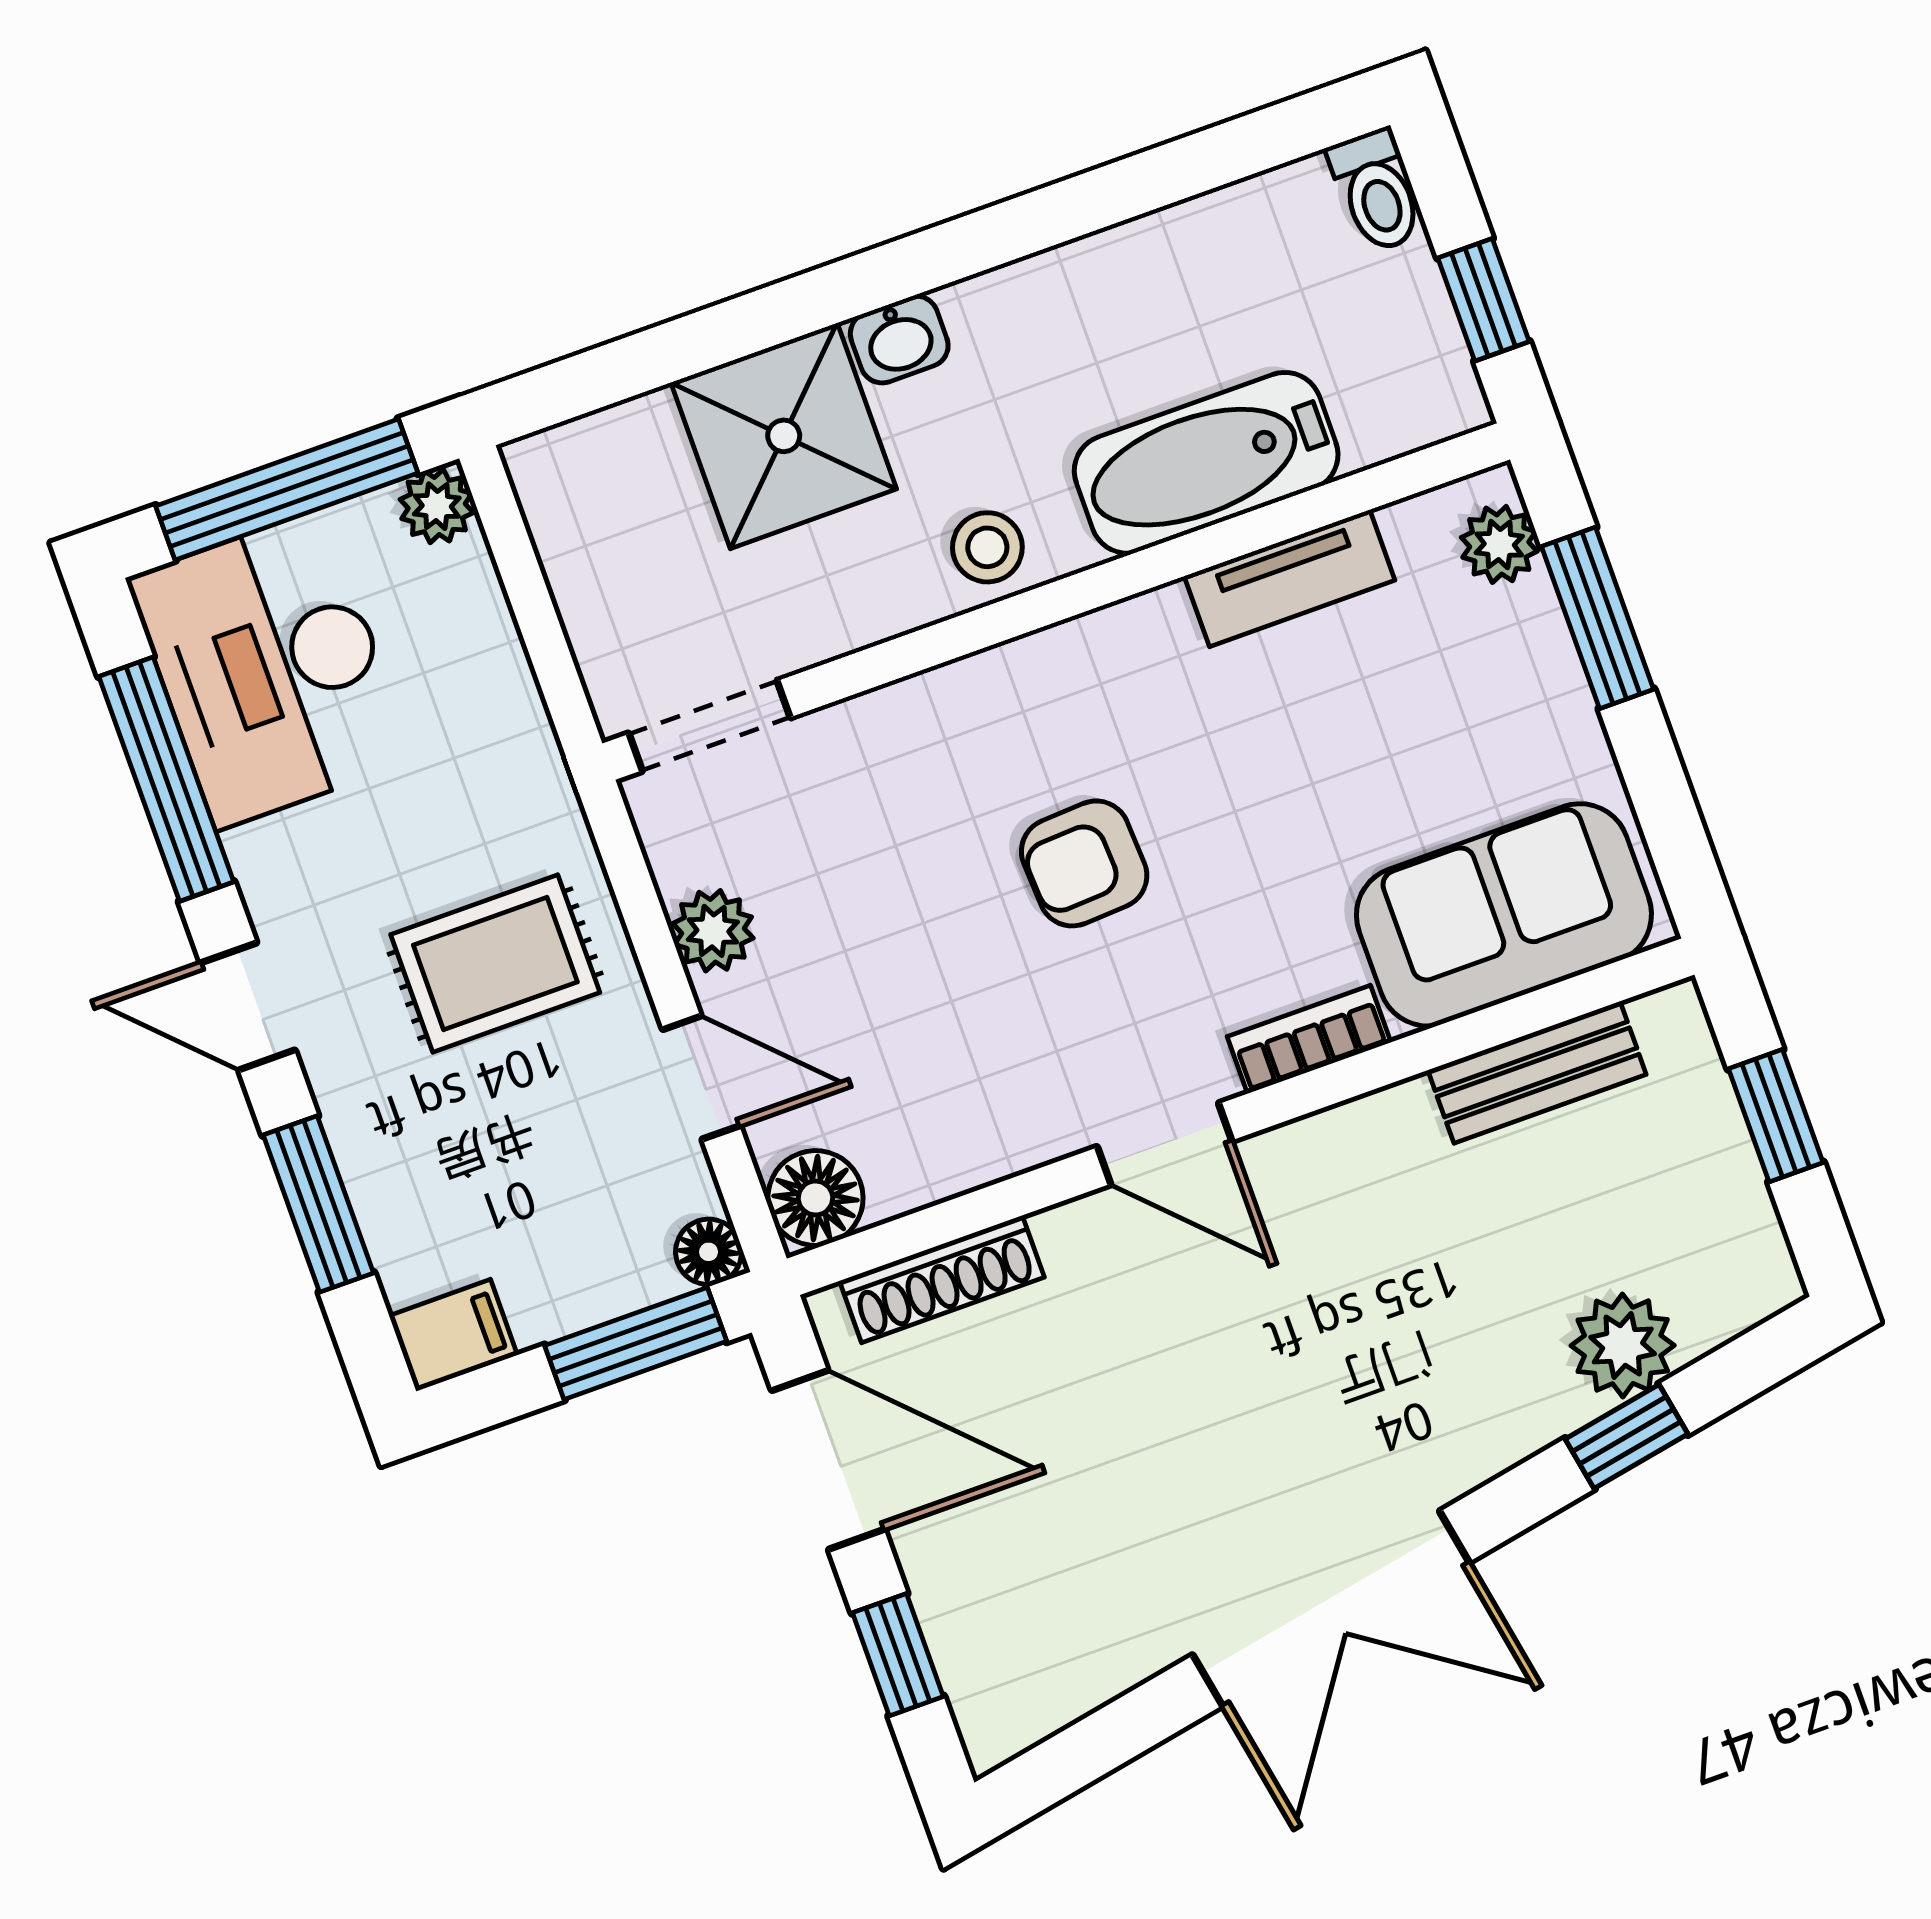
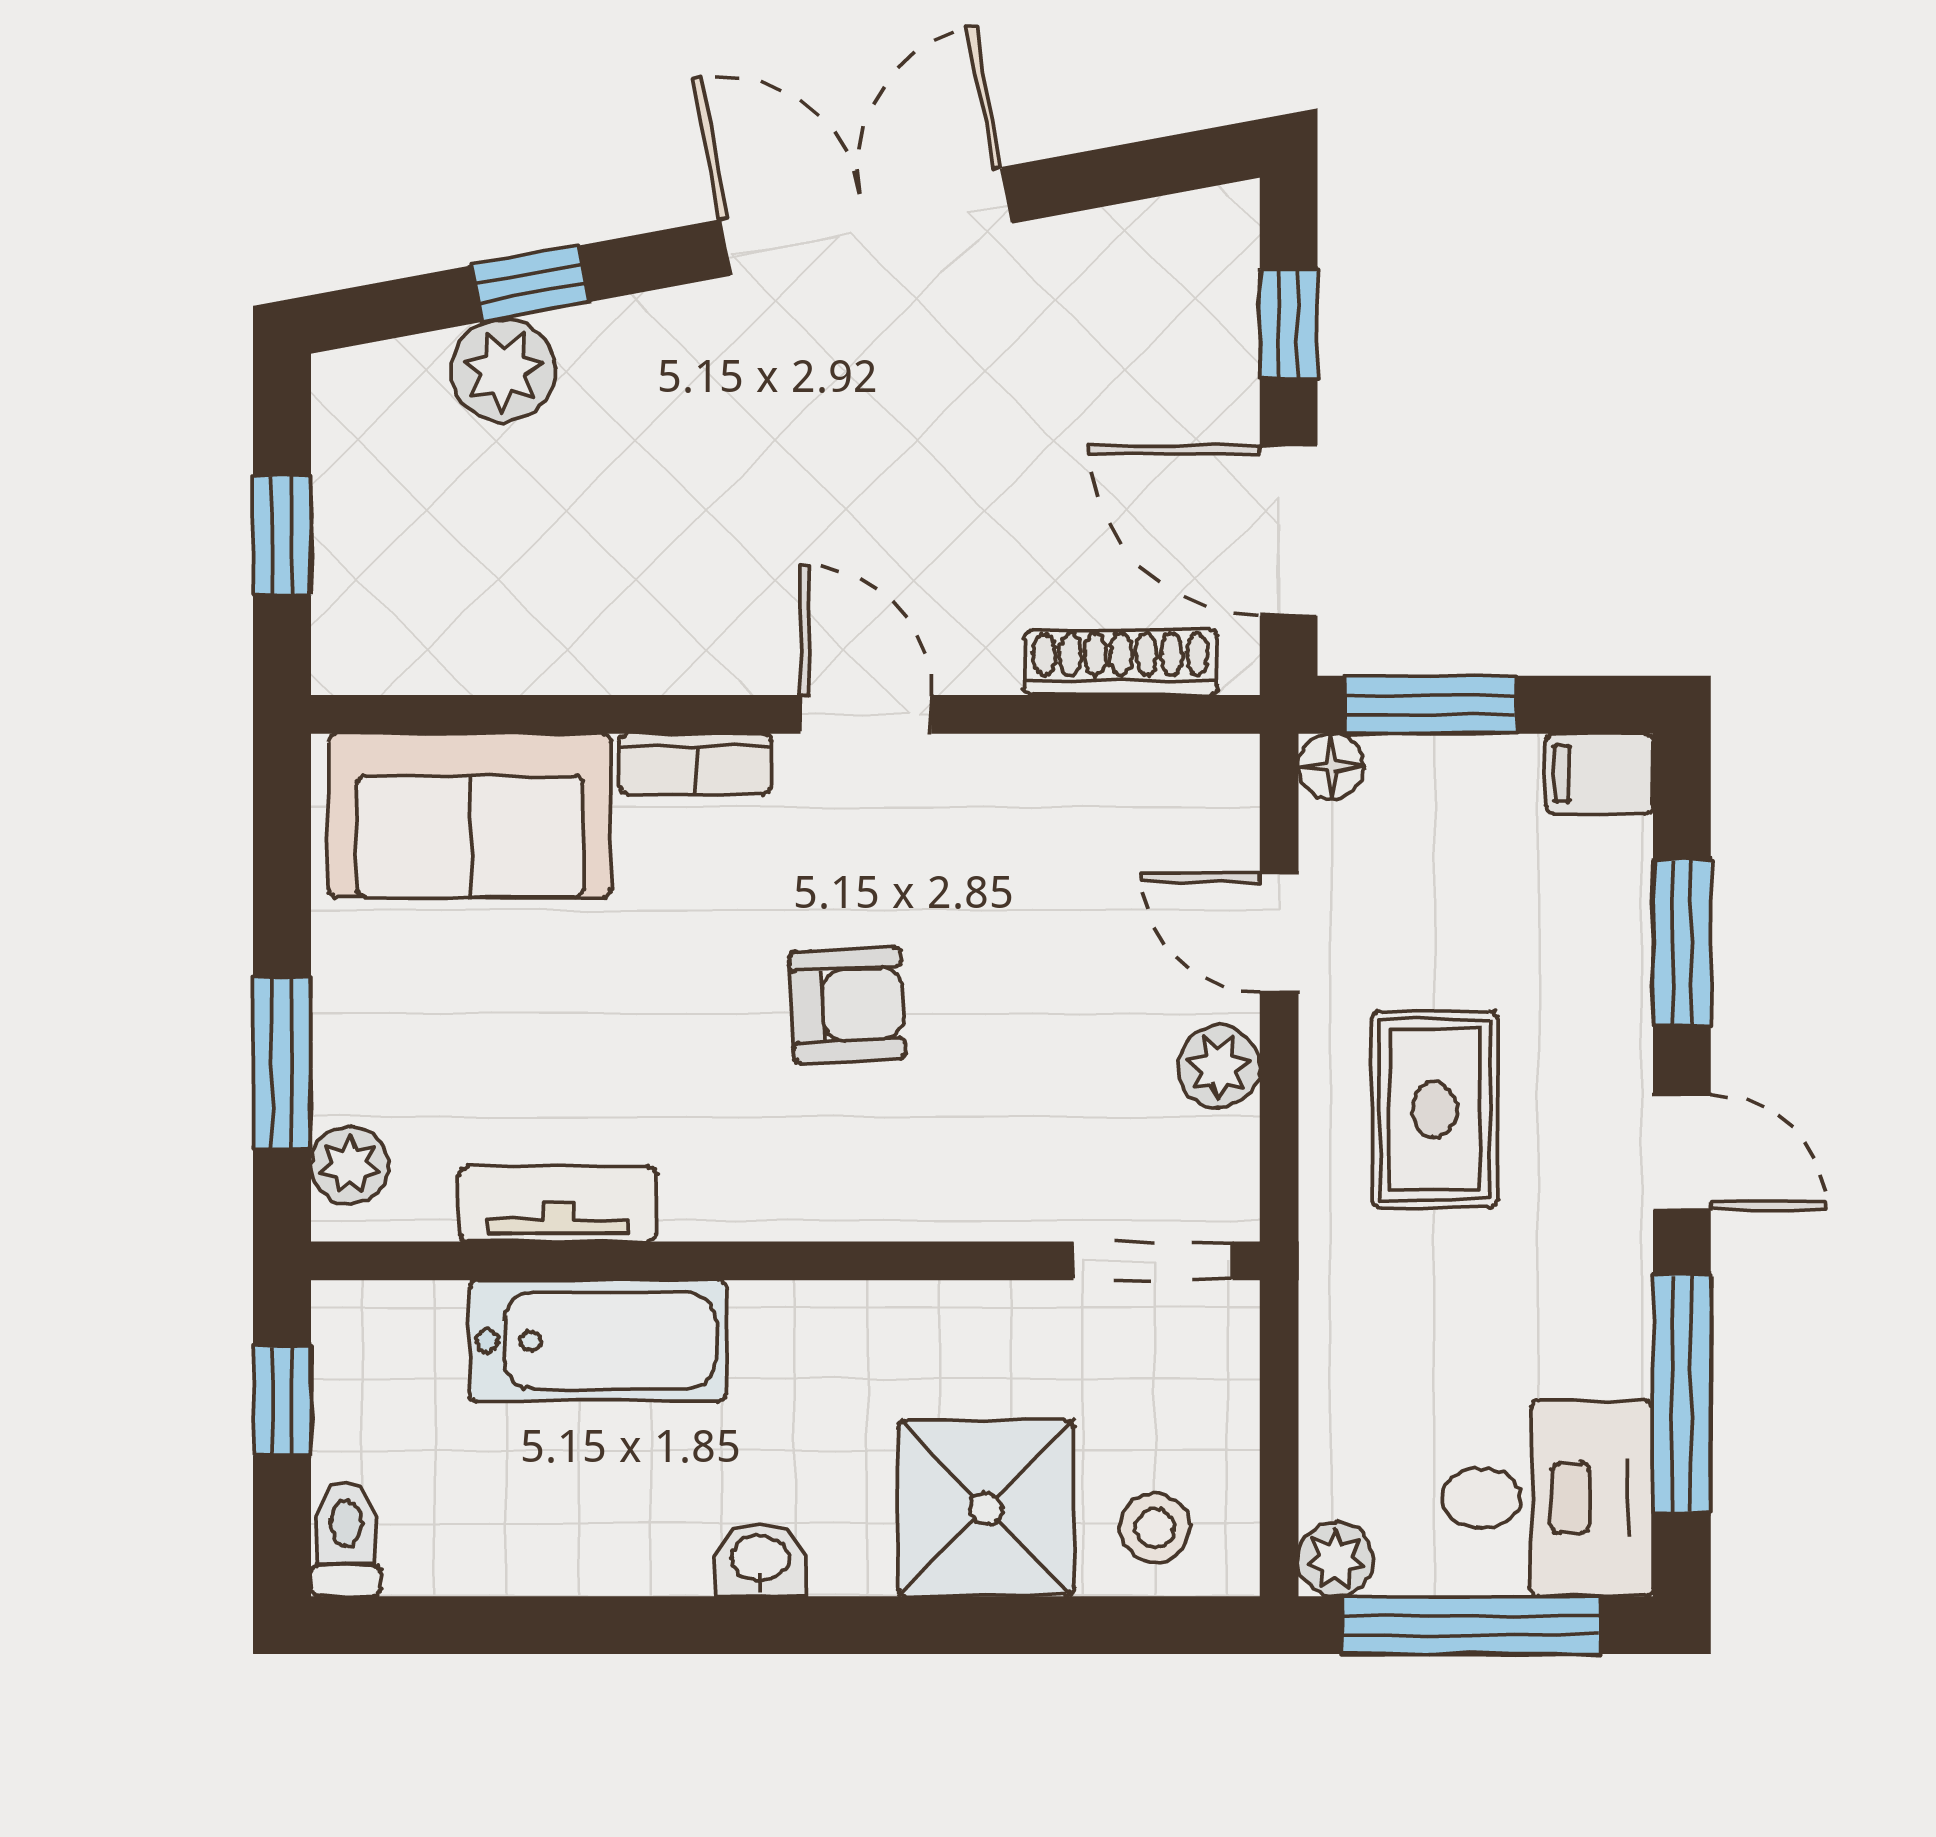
washbasin: (899, 340) -> (760, 1560), moved
stool: (987, 547) -> (1155, 1528), moved
desk: (270, 669) -> (1547, 1498), width x0.73
rug: (495, 963) -> (1435, 1109), turned 90
bench: (1537, 1072) -> (492, 656), removed
floor lamp: (815, 1198) -> (1212, 781), removed

